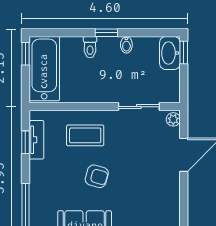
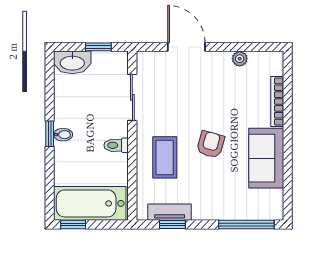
bidet: (126, 45) -> (63, 135), moved
toilet: (90, 47) -> (116, 145), moved, turned 180
window: (184, 52) -> (98, 47), moved
plant: (173, 119) -> (240, 59), moved

